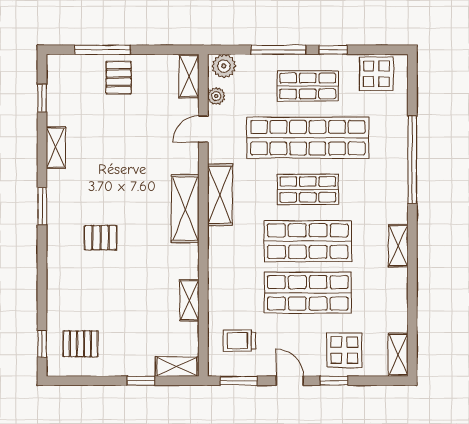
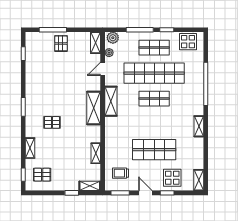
shelving: (56, 148) -> (30, 148), moved
shop shelf: (308, 241) -> (154, 124), removed

